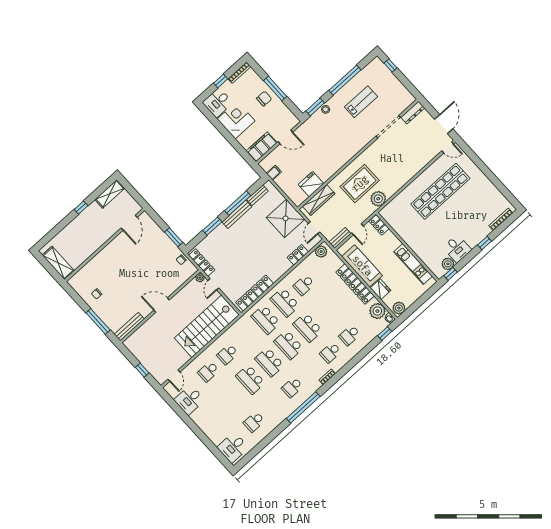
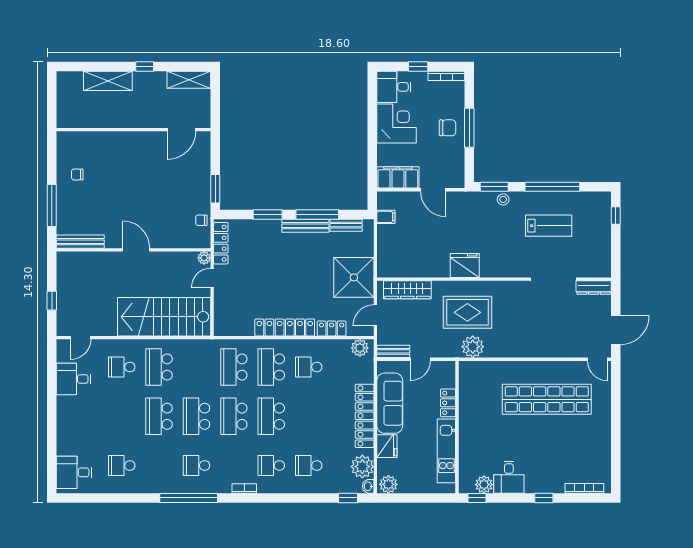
fridge: (311, 184) -> (465, 265), moved
locker: (379, 225) -> (448, 403), moved
shelving: (58, 263) -> (108, 81), moved, turned 90
locker: (255, 293) -> (285, 327), moved
school desk: (228, 354) -> (159, 367), width x1.85

